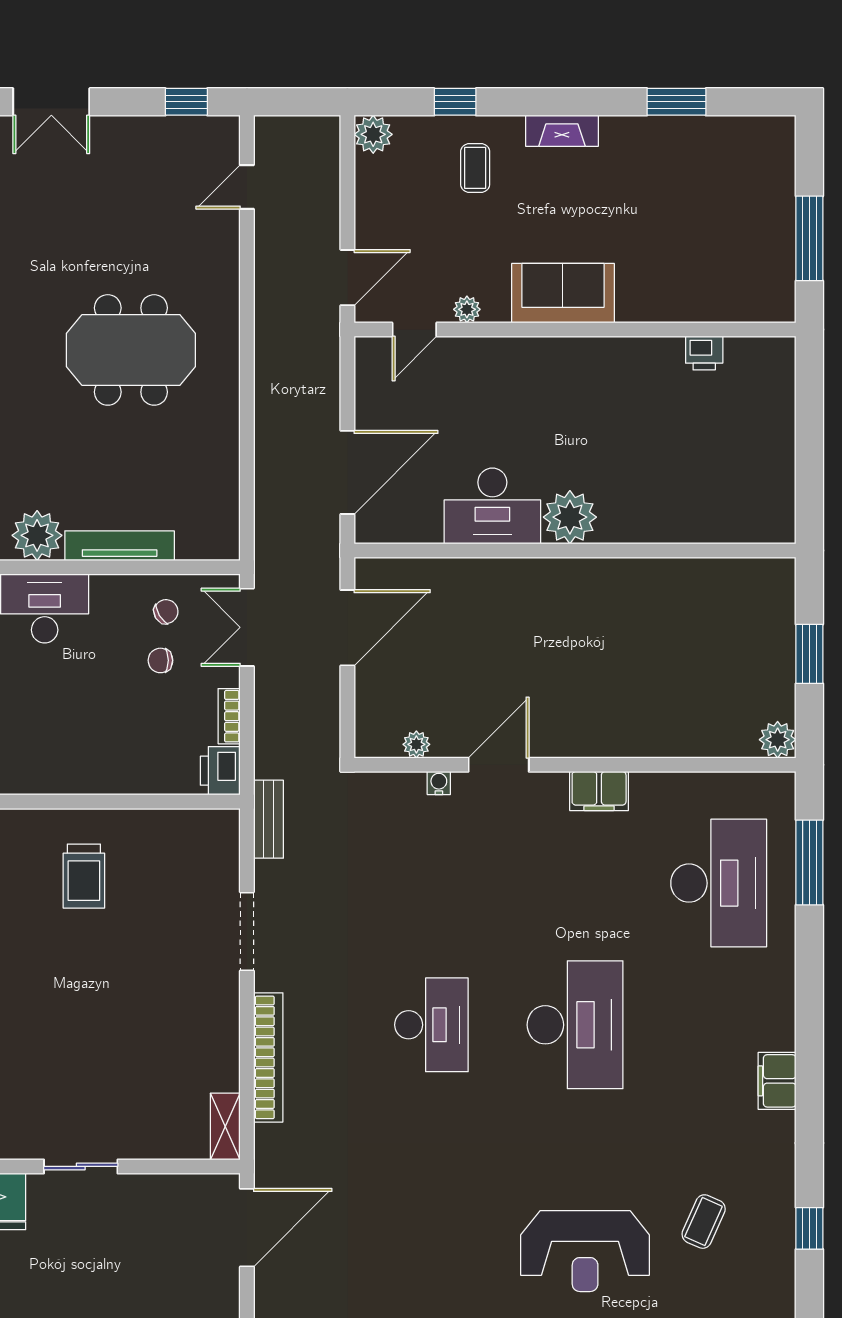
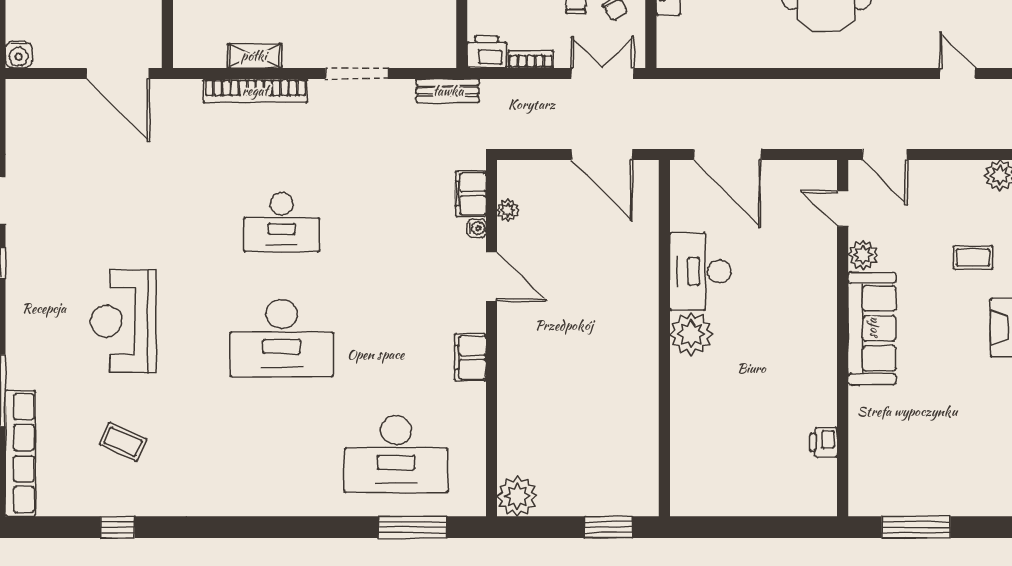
sofa: (563, 293) -> (872, 328), width x1.36
plant: (467, 309) -> (863, 255), width x1.38, depth x1.38
window: (809, 654) -> (609, 527), moved
plant: (778, 740) -> (517, 496), width x1.36, depth x1.36
filing cabinet: (777, 1081) -> (471, 194), moved, turned -90
shelving: (225, 1126) -> (254, 56), moved
reception desk: (585, 1251) -> (123, 321), moved

